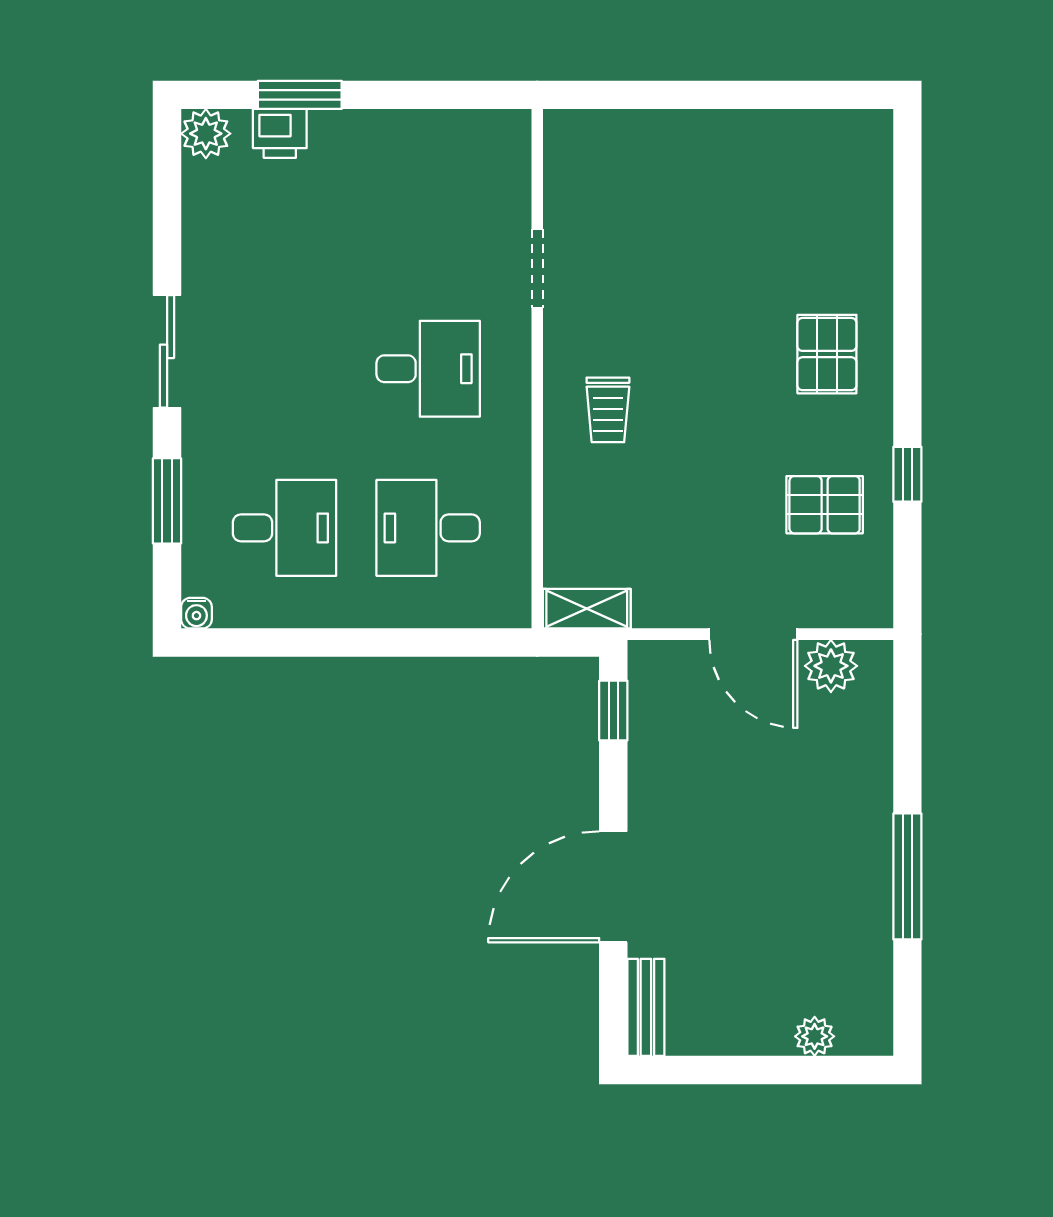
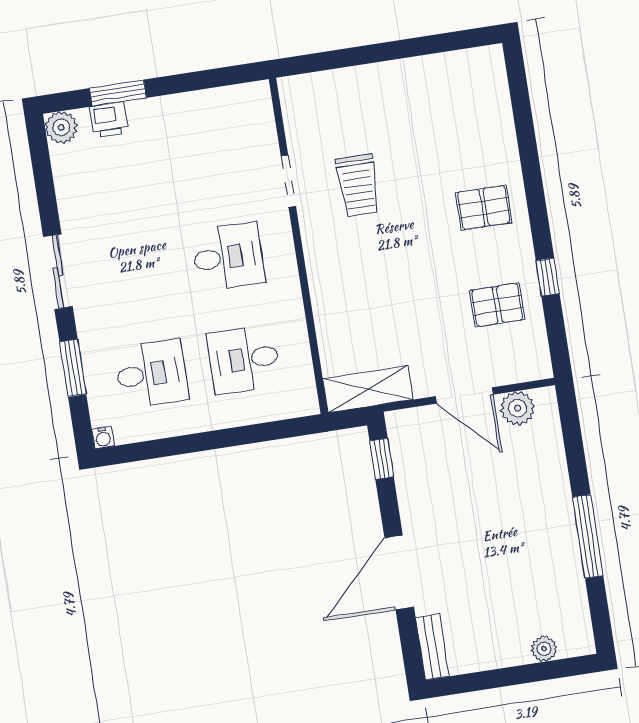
pallet: (827, 354) -> (484, 208), turned 90
trolley: (608, 410) -> (358, 185), moved, width x1.36, depth x1.39
shelving: (587, 609) -> (368, 389), width x1.50, depth x1.33

